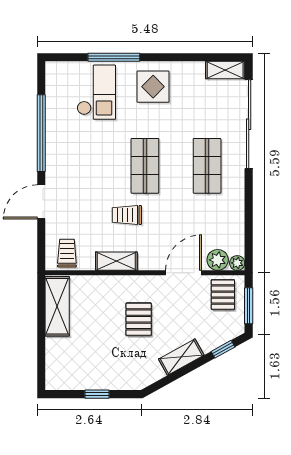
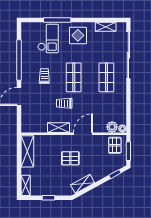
shelving: (225, 70) -> (106, 27), moved
trolley: (67, 253) -> (44, 76), moved
door: (183, 273) -> (83, 134), moved
pallet: (139, 319) -> (70, 158), turned 90
shelving: (181, 357) -> (83, 184), moved
shelving: (54, 371) -> (26, 185), added

